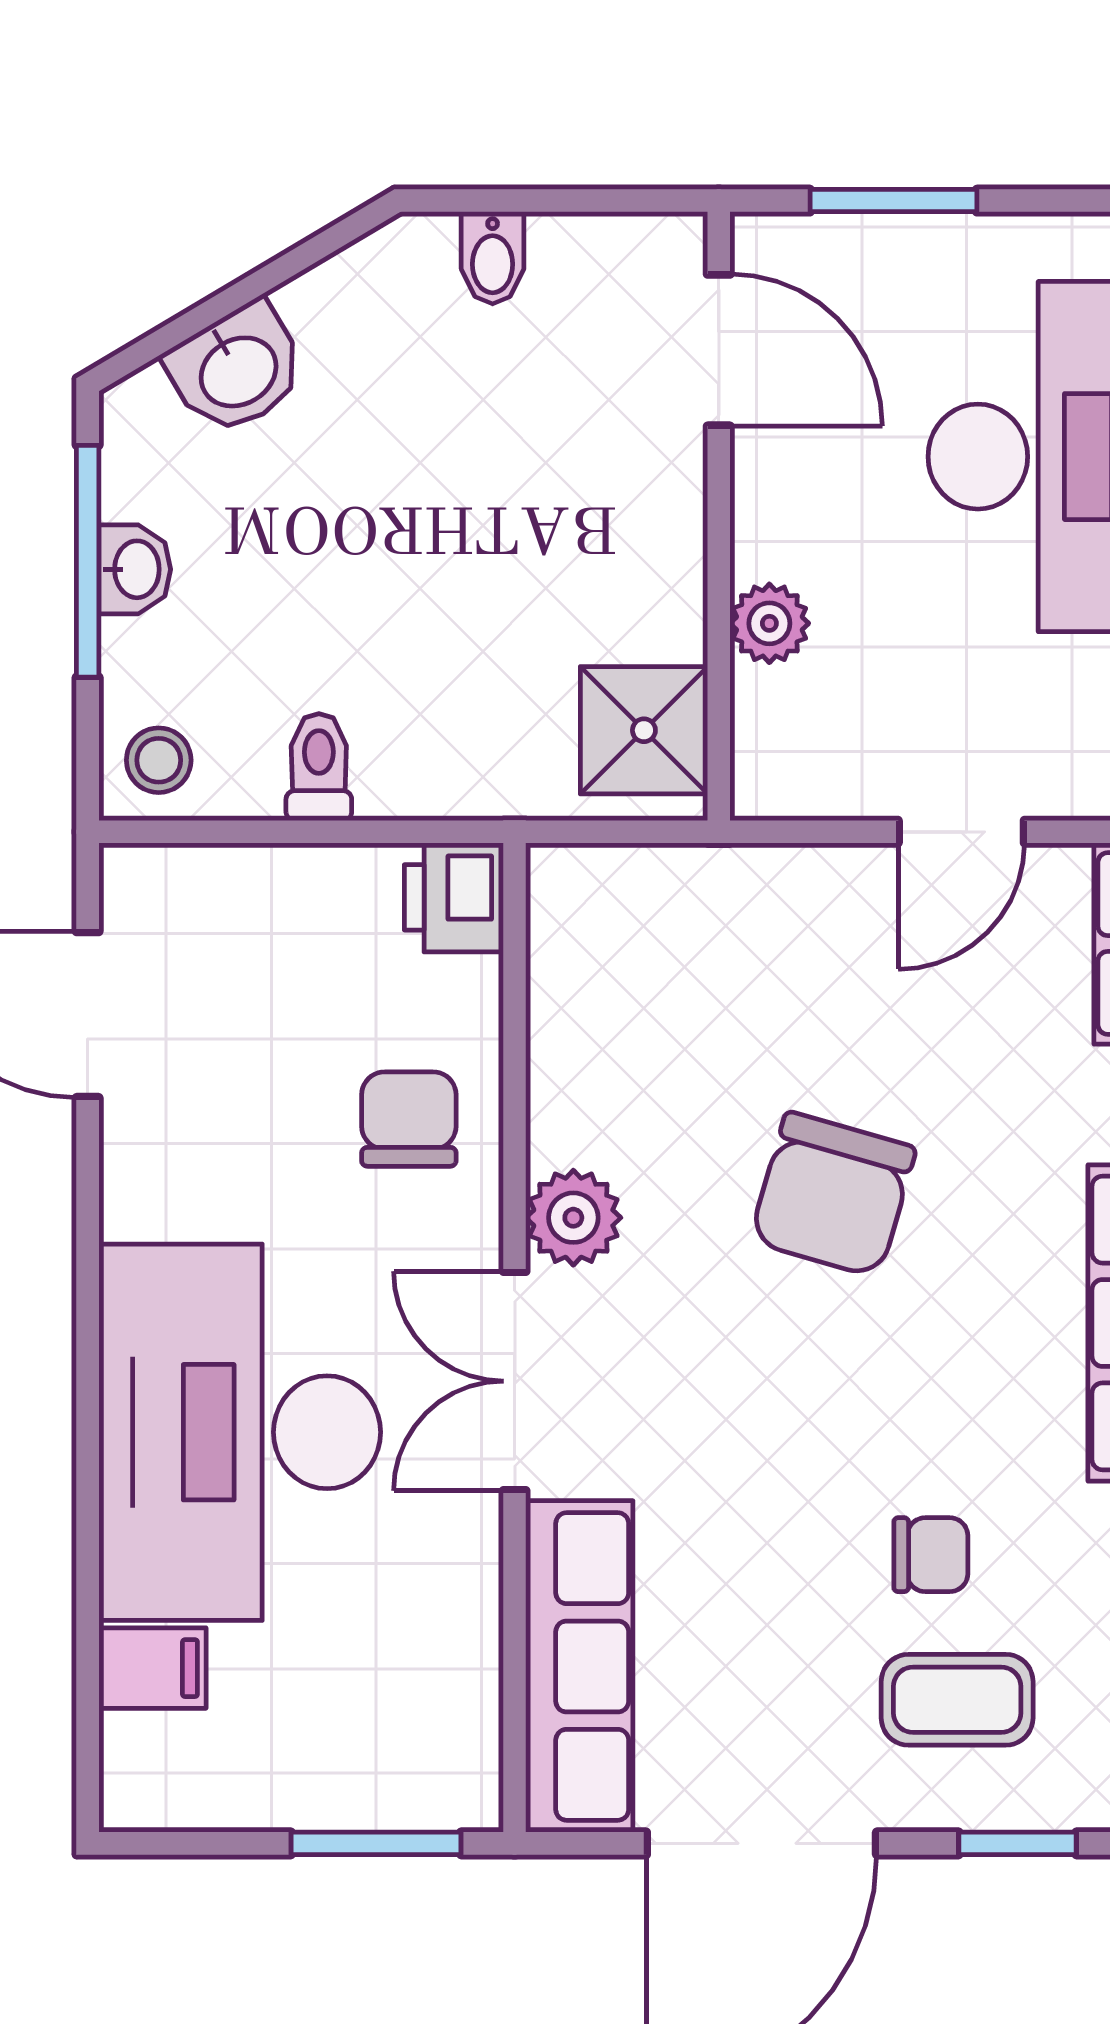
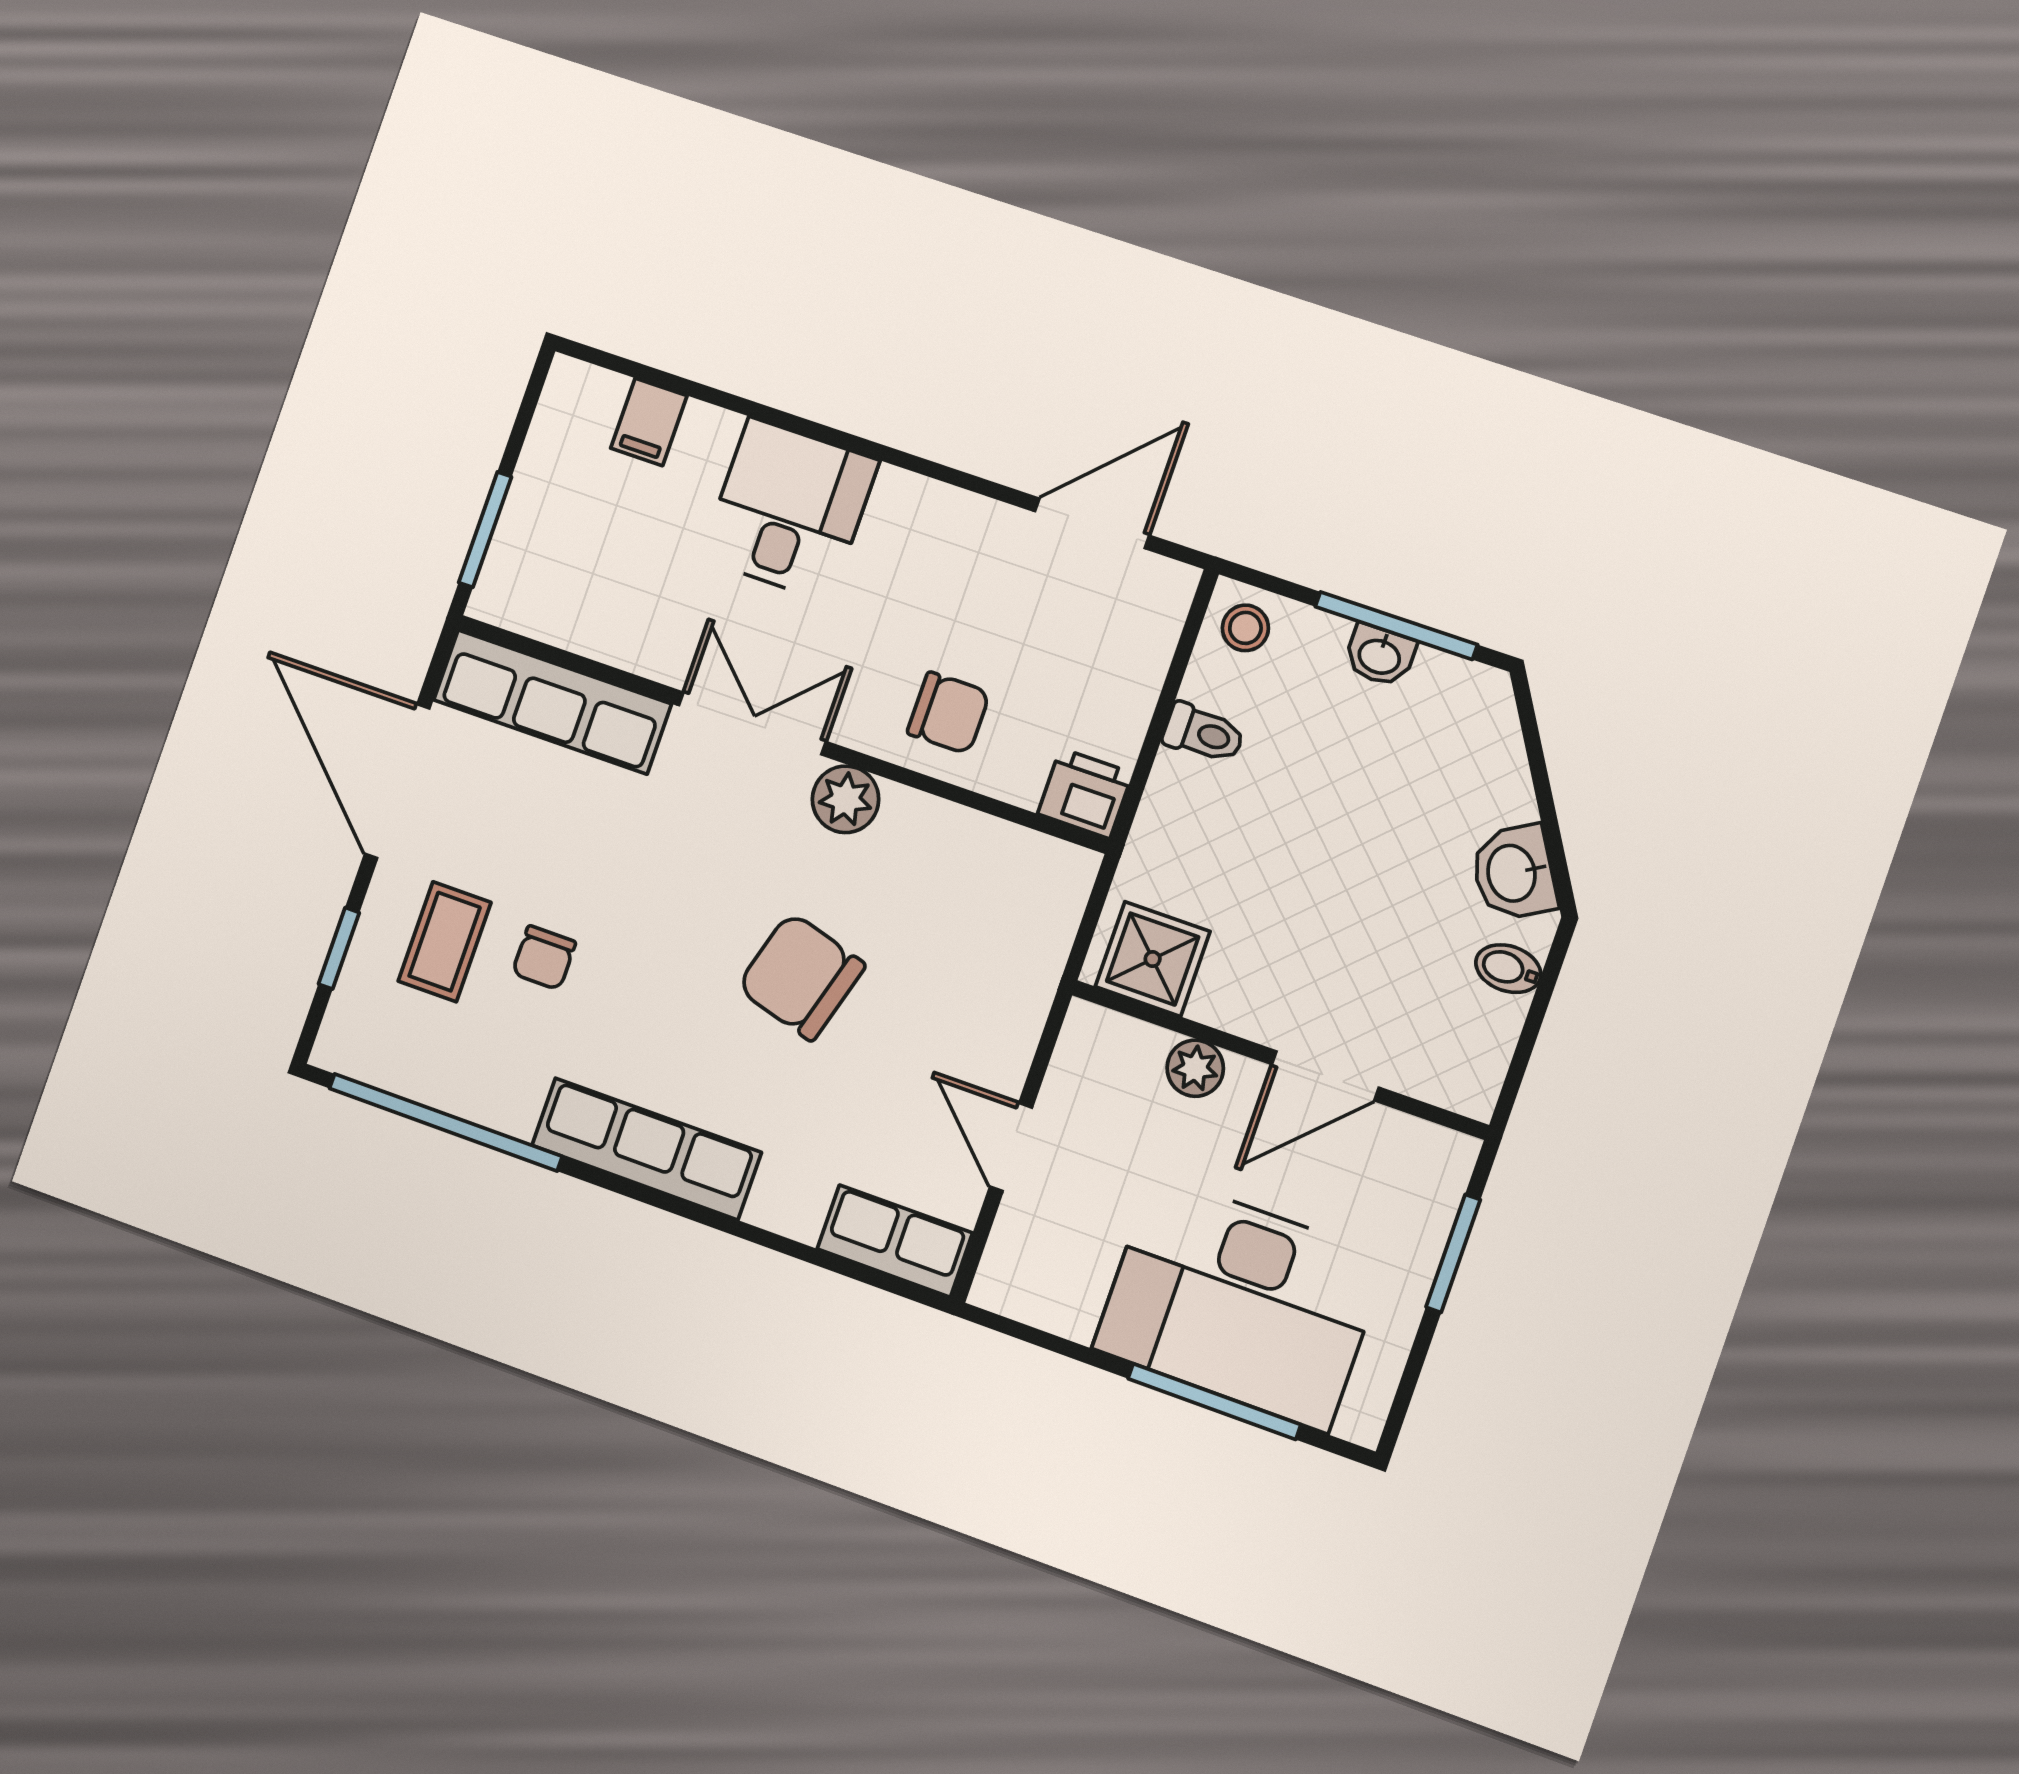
door: (719, 350) -> (1325, 1076), moved
washbasin: (237, 369) -> (1514, 873), moved
desk: (240, 1432) -> (789, 510), width x0.53, depth x0.77

